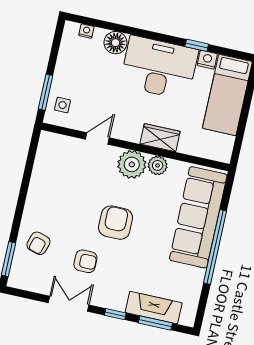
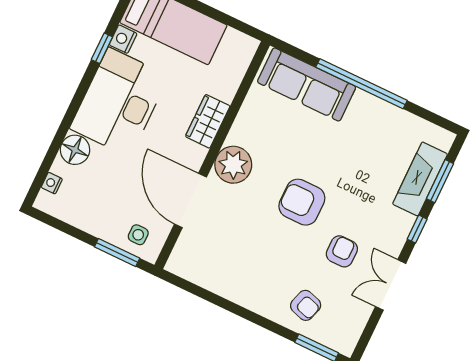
door: (97, 138) -> (190, 200), width x1.88
plant: (158, 165) -> (242, 132), removed
sofa: (198, 217) -> (307, 84), width x0.74, depth x0.79

